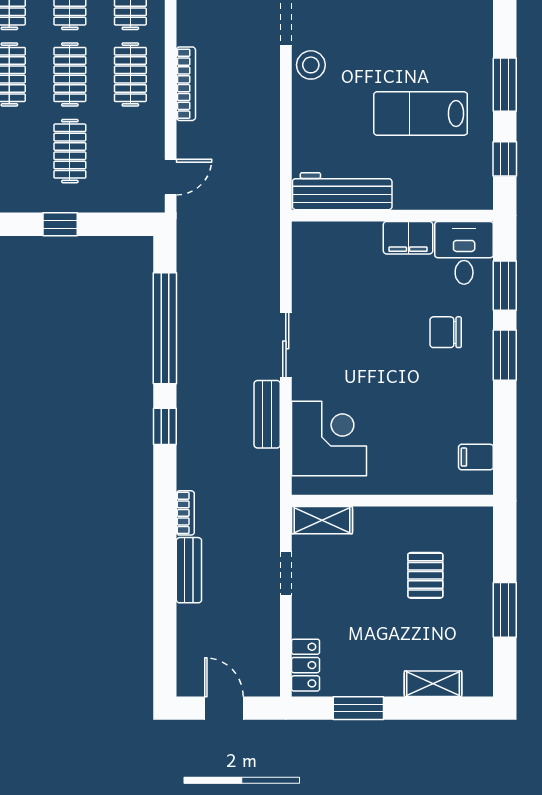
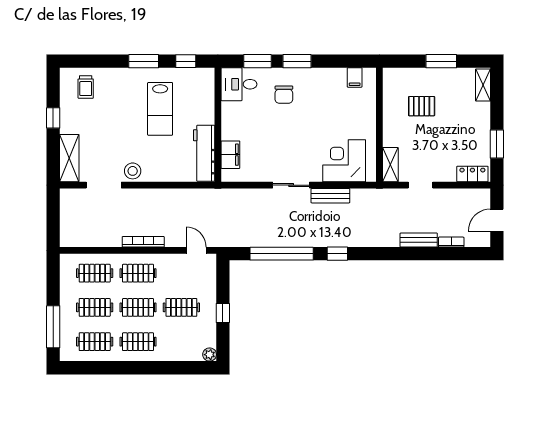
filing cabinet: (408, 238) -> (230, 155), moved
bookcase: (185, 513) -> (451, 242), moved
shelving: (433, 684) -> (483, 85), moved

